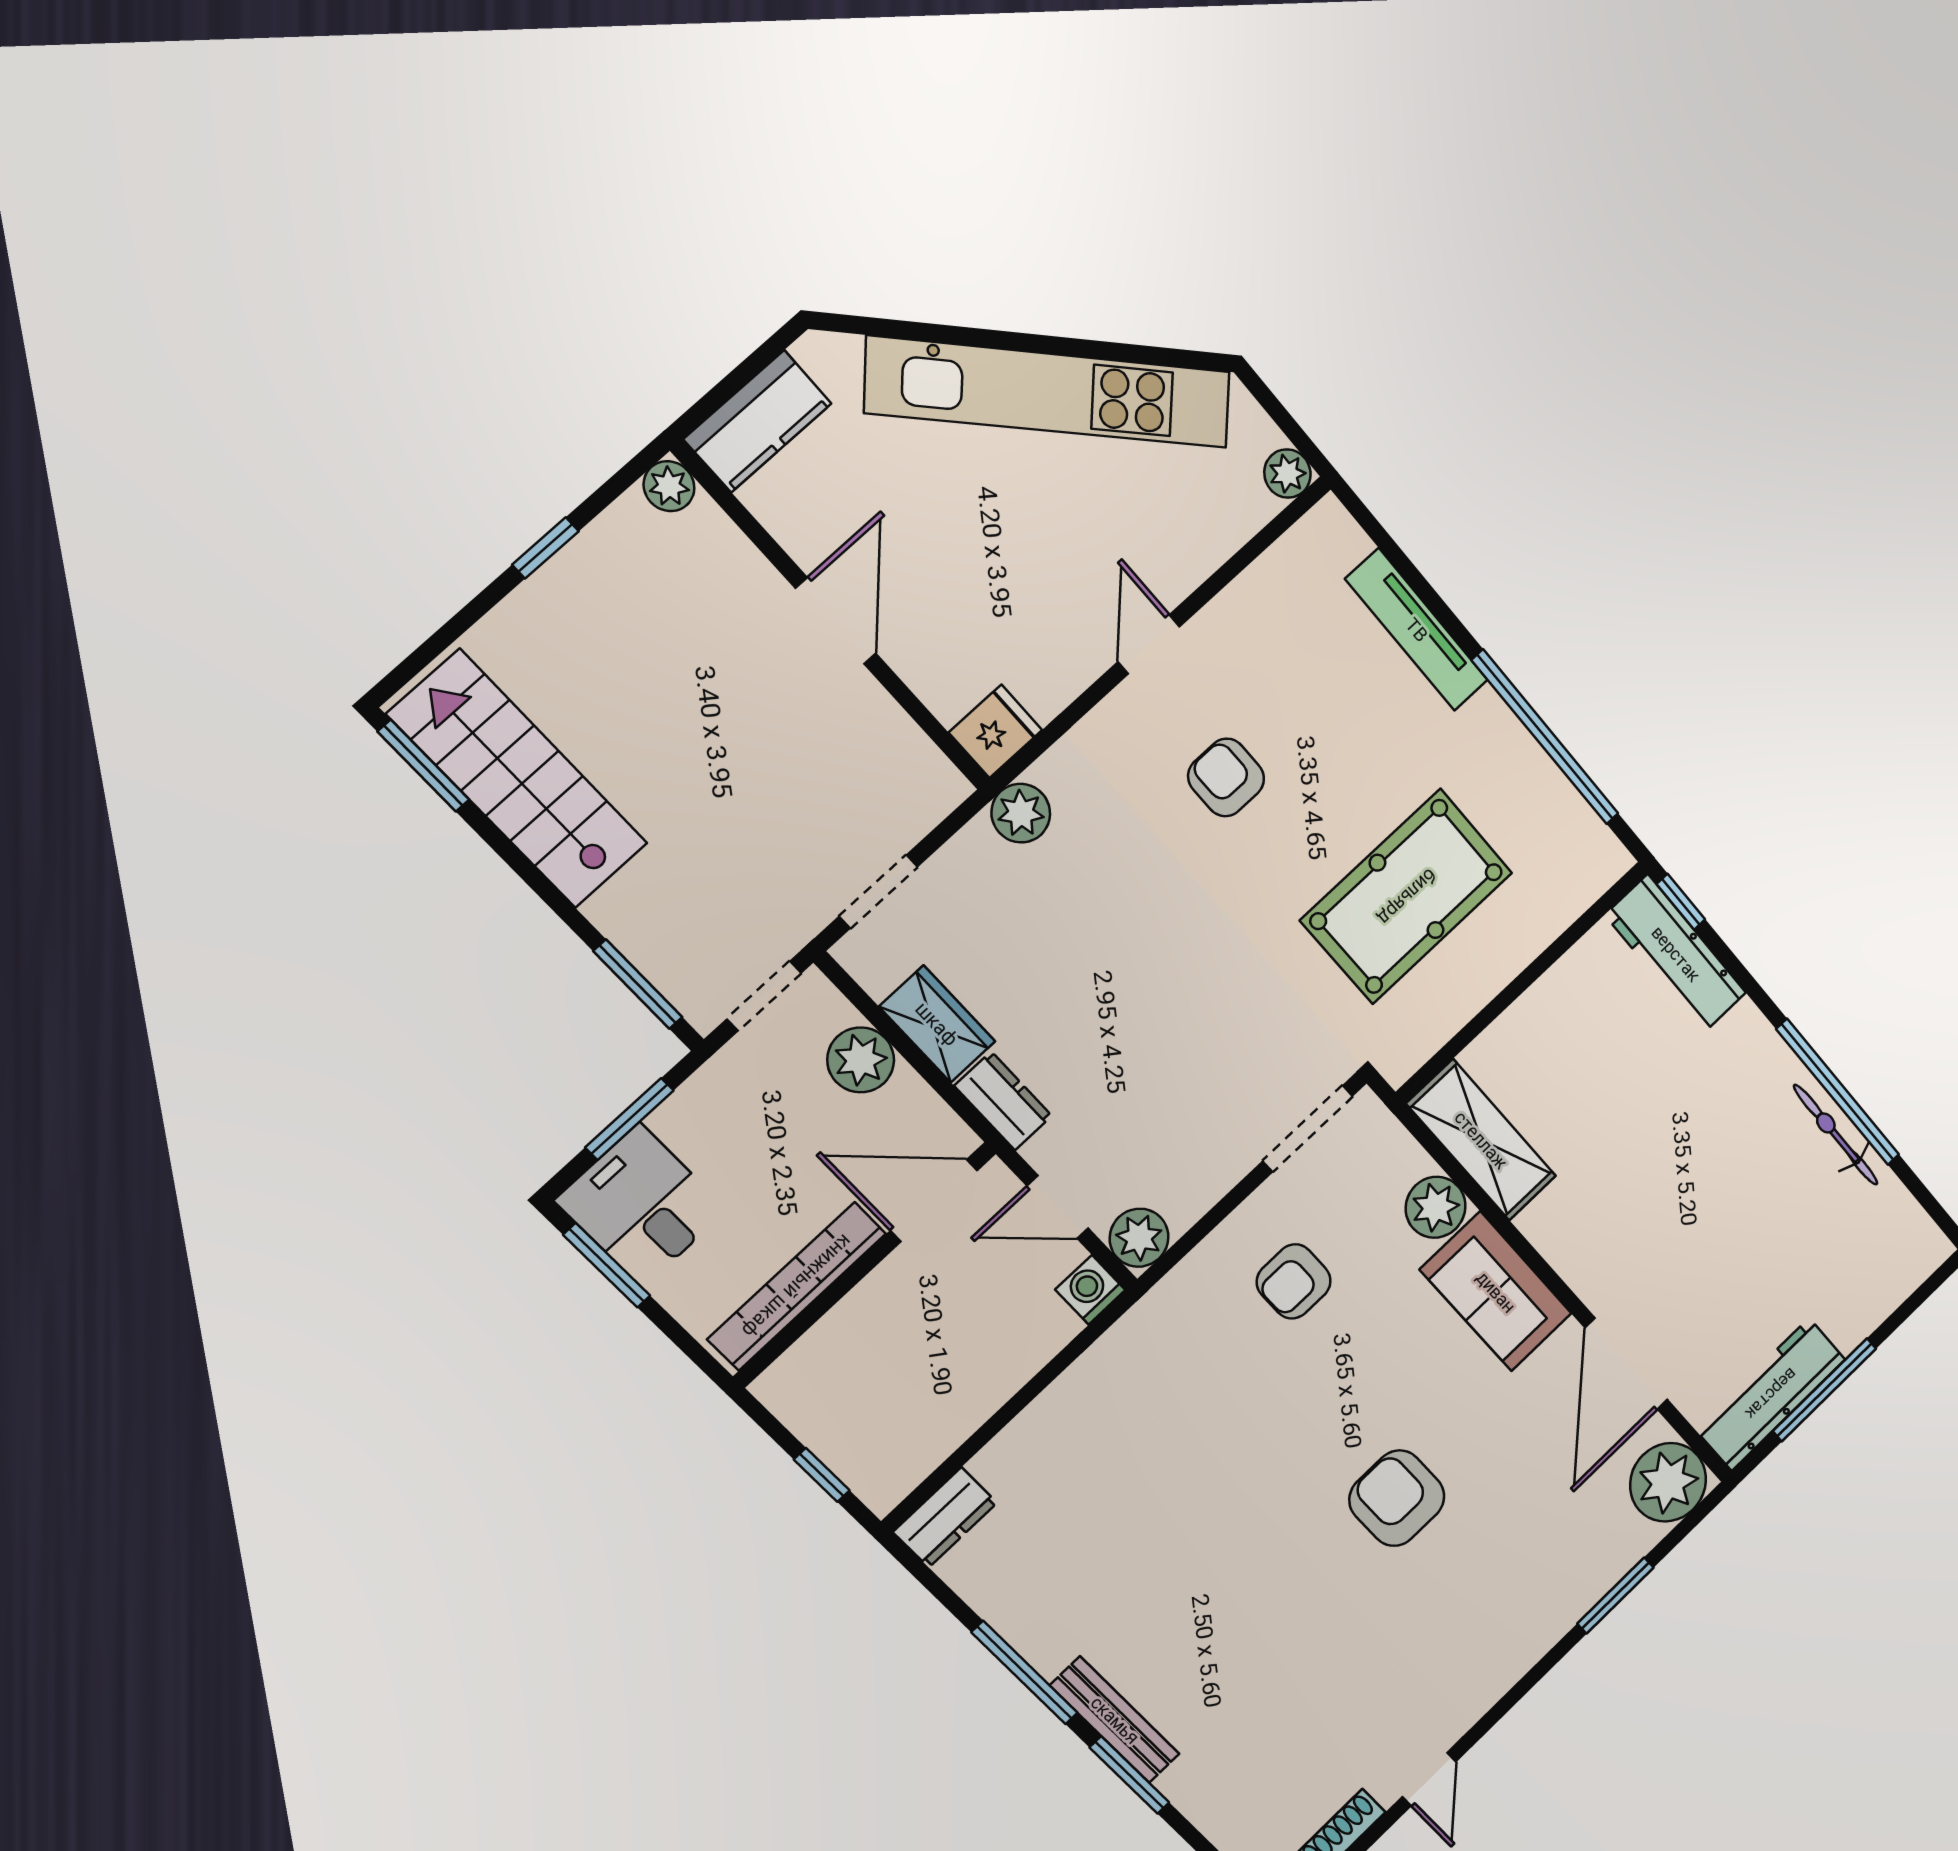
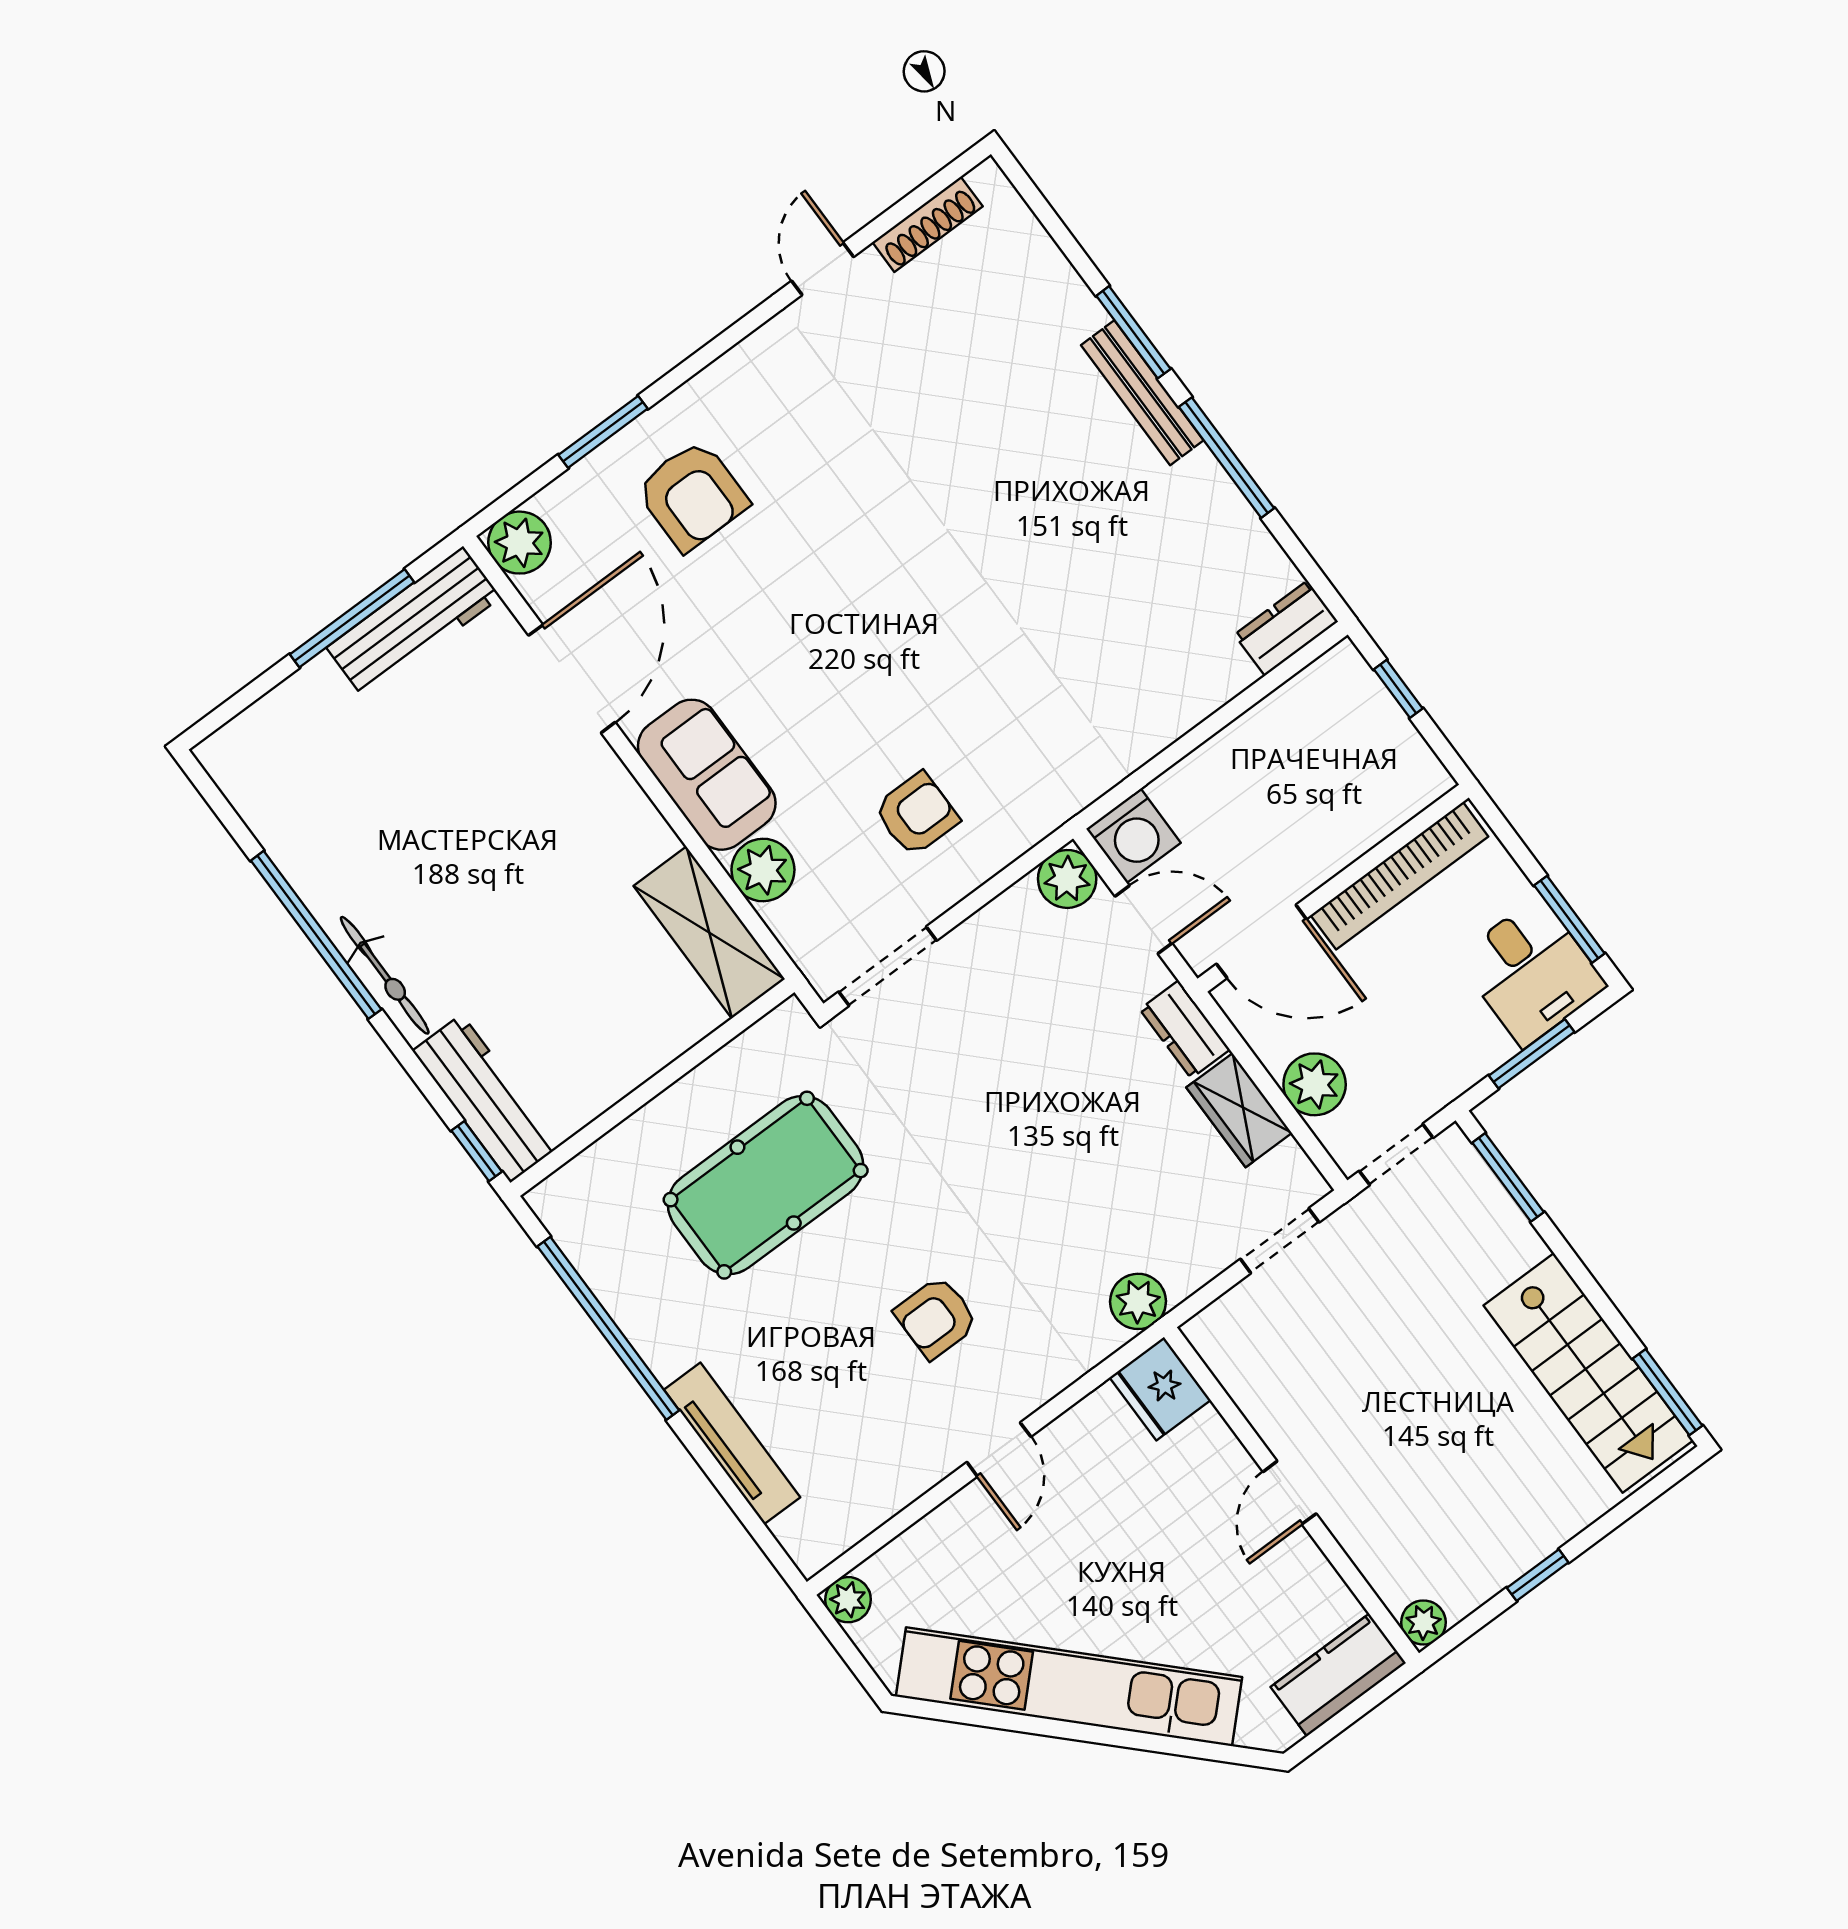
door: (836, 621) -> (1290, 1493), width x0.73
fridge: (995, 731) -> (1160, 1389), width x1.38
armchair: (1226, 777) -> (936, 1317), turned 90
bicycle: (1836, 1135) -> (385, 975), moved
washing machine: (1090, 1290) -> (1134, 836), width x1.38, depth x1.38
plant: (1668, 1482) -> (520, 543), width x0.73, depth x0.73
armchair: (1397, 1498) -> (692, 496), moved

